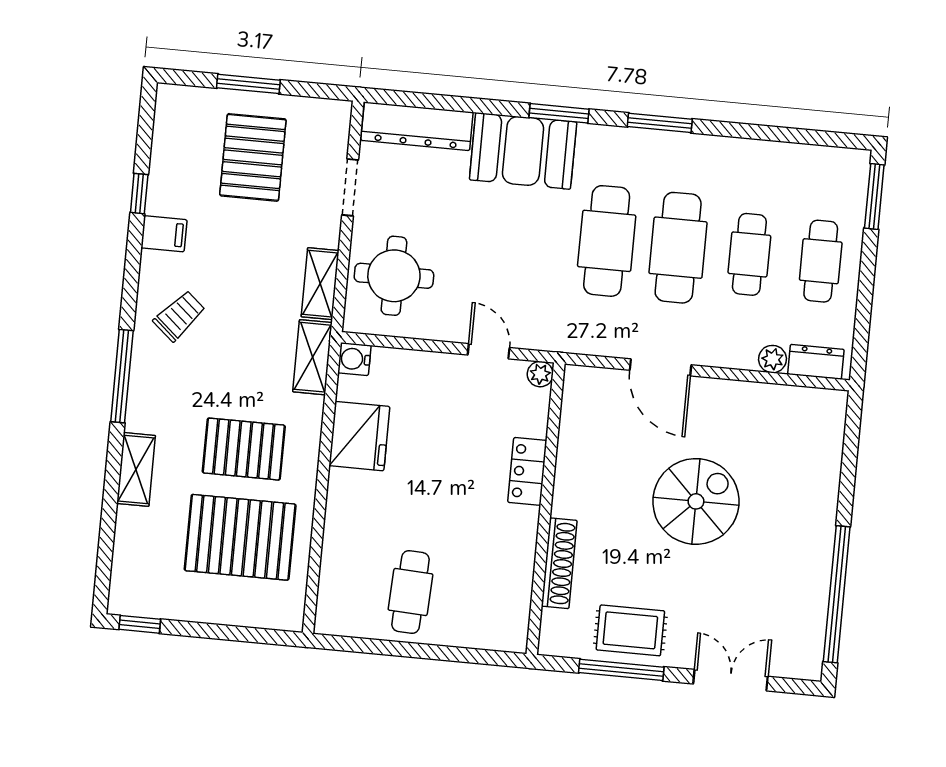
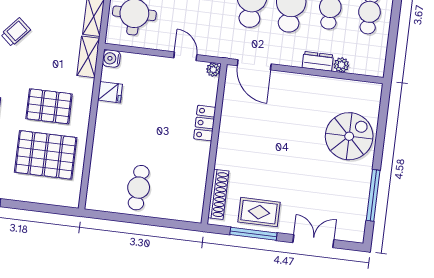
dresser: (816, 362) -> (318, 61), moved
door: (660, 367) -> (254, 65), moved
fridge: (359, 436) -> (110, 92), width x0.53, depth x0.75
spiral stairs: (696, 501) -> (349, 136), moved
shoe rack: (559, 563) -> (218, 194), moved
window: (837, 594) -> (373, 195), width x0.68

